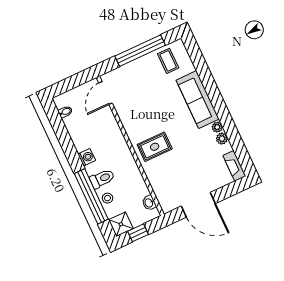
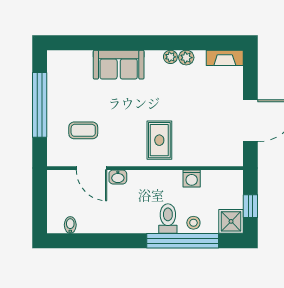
coffee table: (168, 61) -> (83, 130), moved
door: (106, 93) -> (92, 168), moved
sofa: (198, 100) -> (119, 65), width x0.73
washing machine: (87, 157) -> (192, 179), moved, turned 180
washbasin: (149, 203) -> (118, 177), moved

